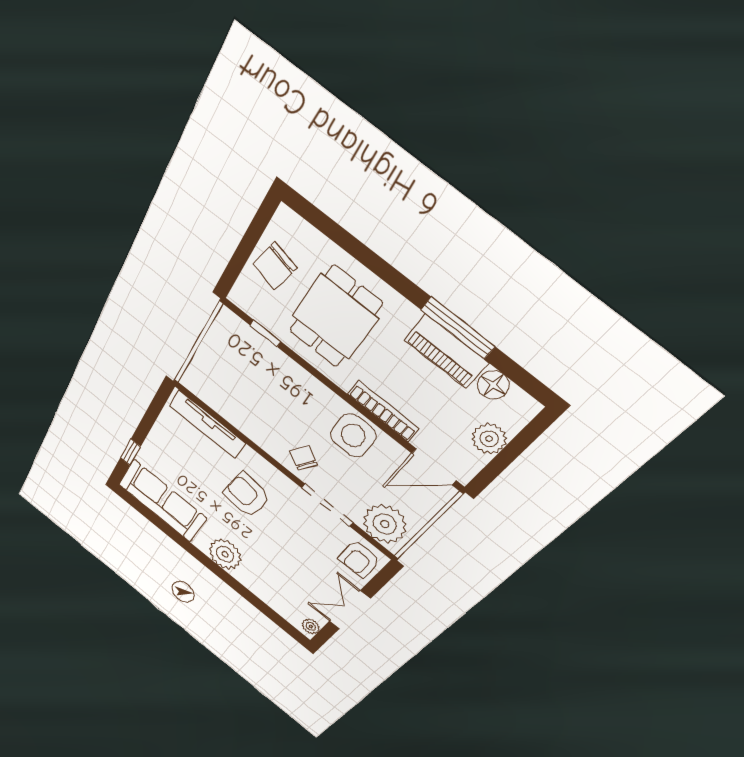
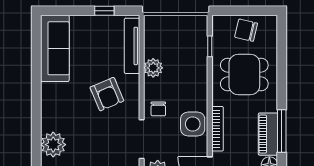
plant: (249, 423) -> (153, 68), added
window: (130, 452) -> (104, 11), moved
chair: (304, 458) -> (158, 109), turned 148
armchair: (247, 495) -> (107, 94), turned 150
plant: (225, 554) -> (53, 145), moved

